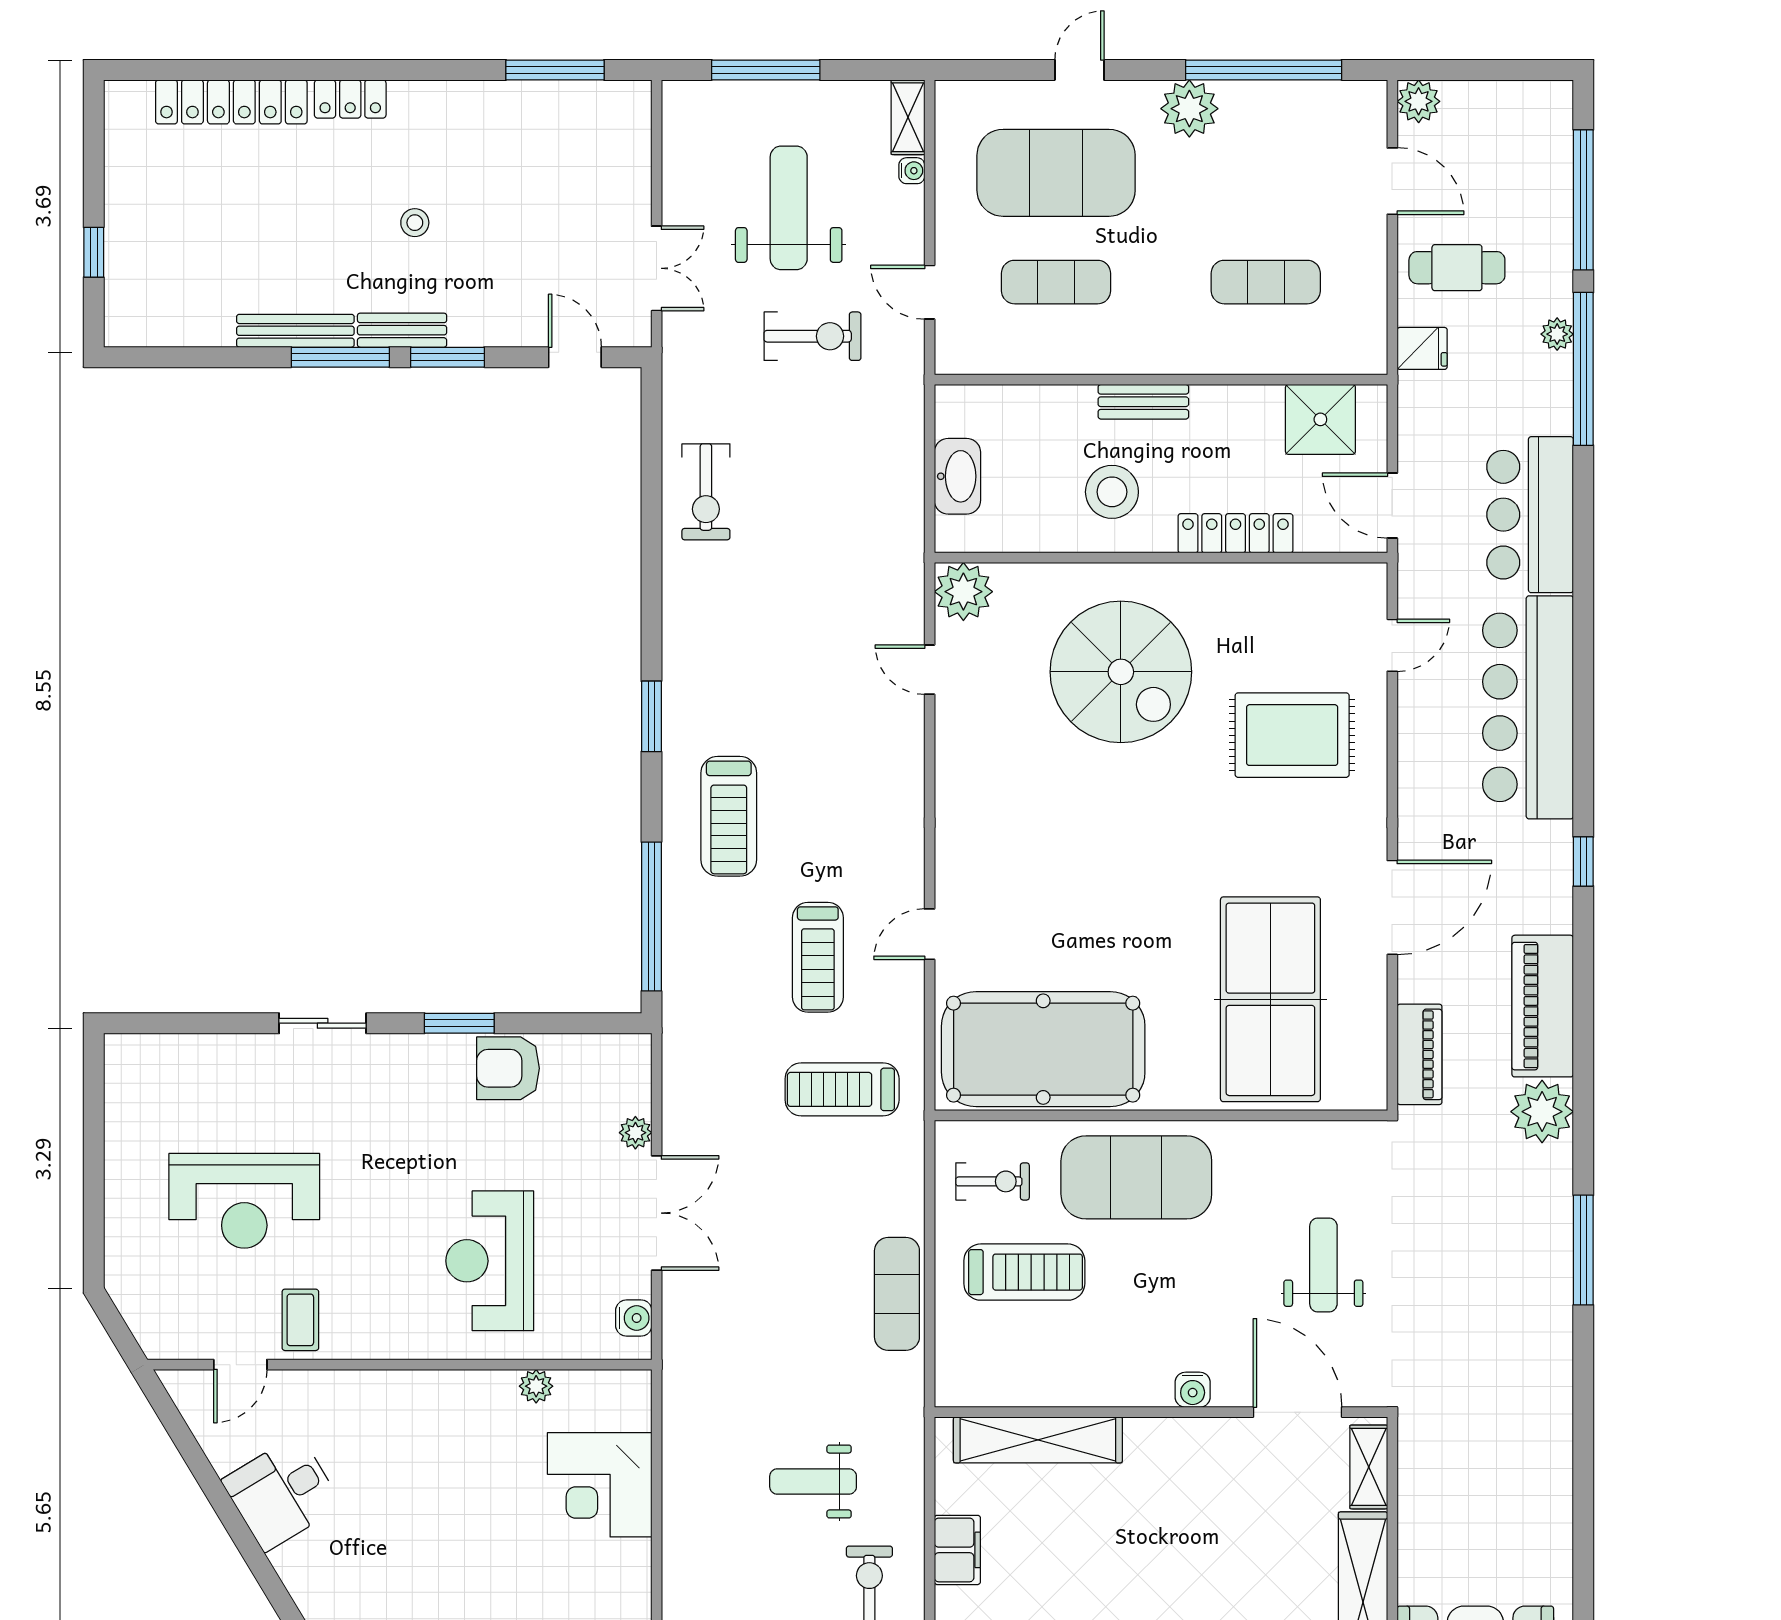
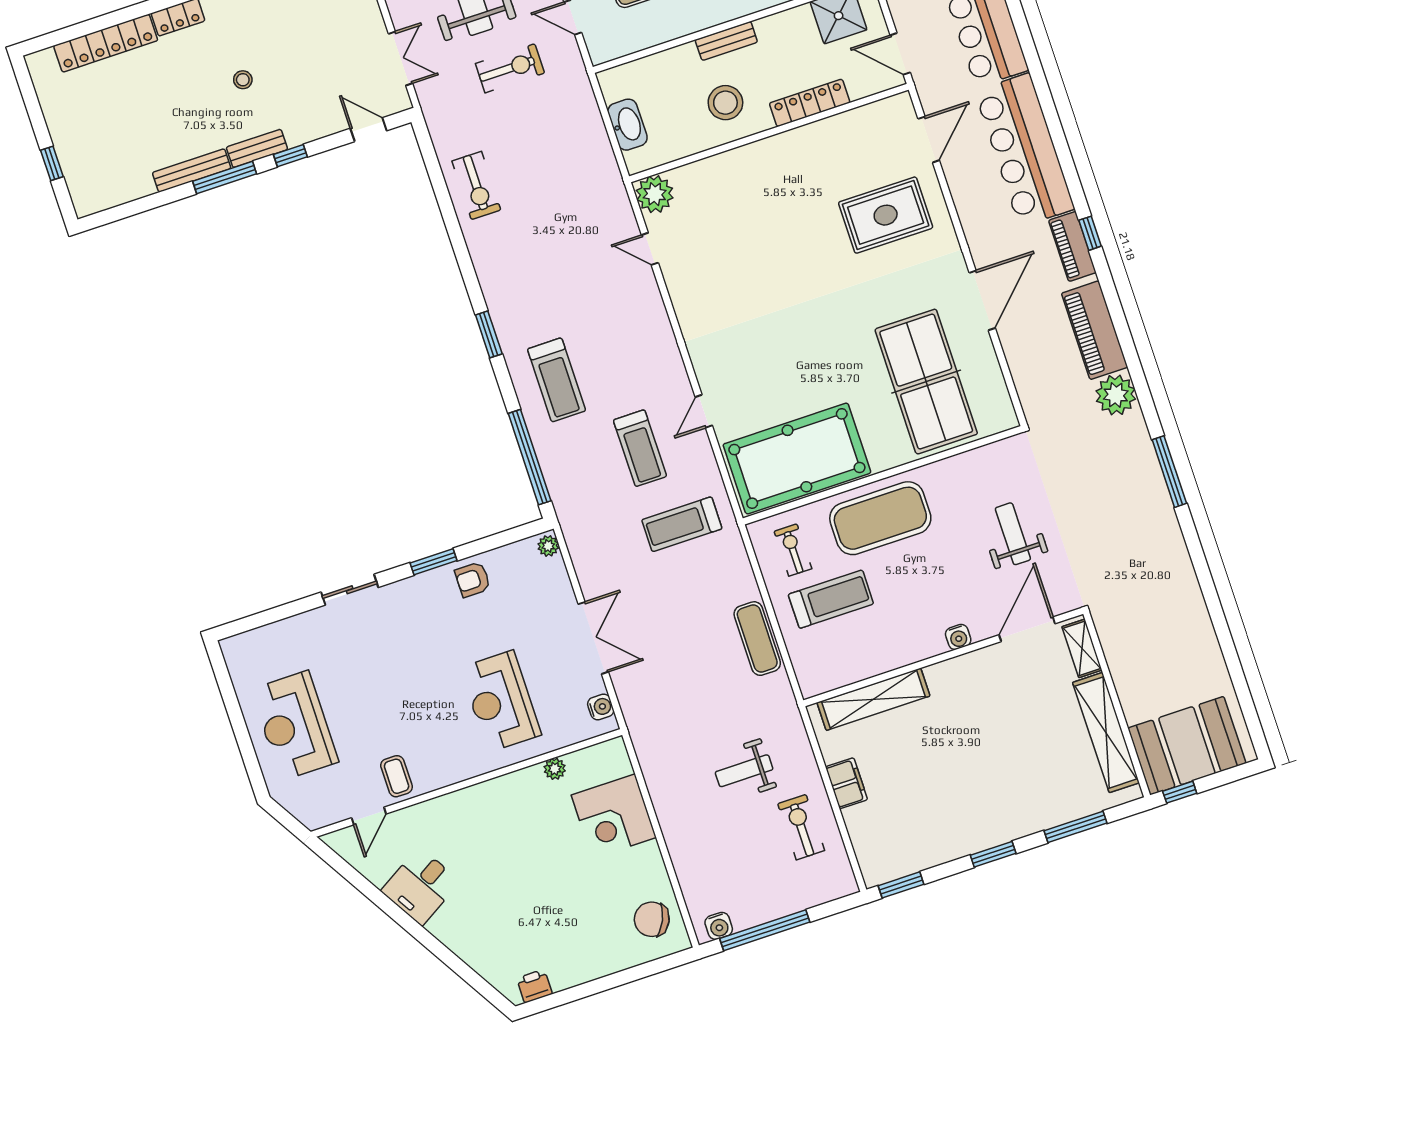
window: (447, 357) -> (290, 156), width x0.67
door: (1392, 645) -> (929, 140), width x1.38
spiral stairs: (1121, 672) -> (768, 211), removed
piano: (1420, 1054) -> (1072, 246), moved, turned 180
armchair: (508, 1068) -> (473, 579), width x0.72, depth x0.72
plant: (635, 1133) -> (548, 546), moved
exercise bike: (993, 1181) -> (793, 550), turned -90
reception desk: (244, 1201) -> (295, 726), moved, turned 90
door: (1297, 1412) -> (1027, 629), hinge flipped

